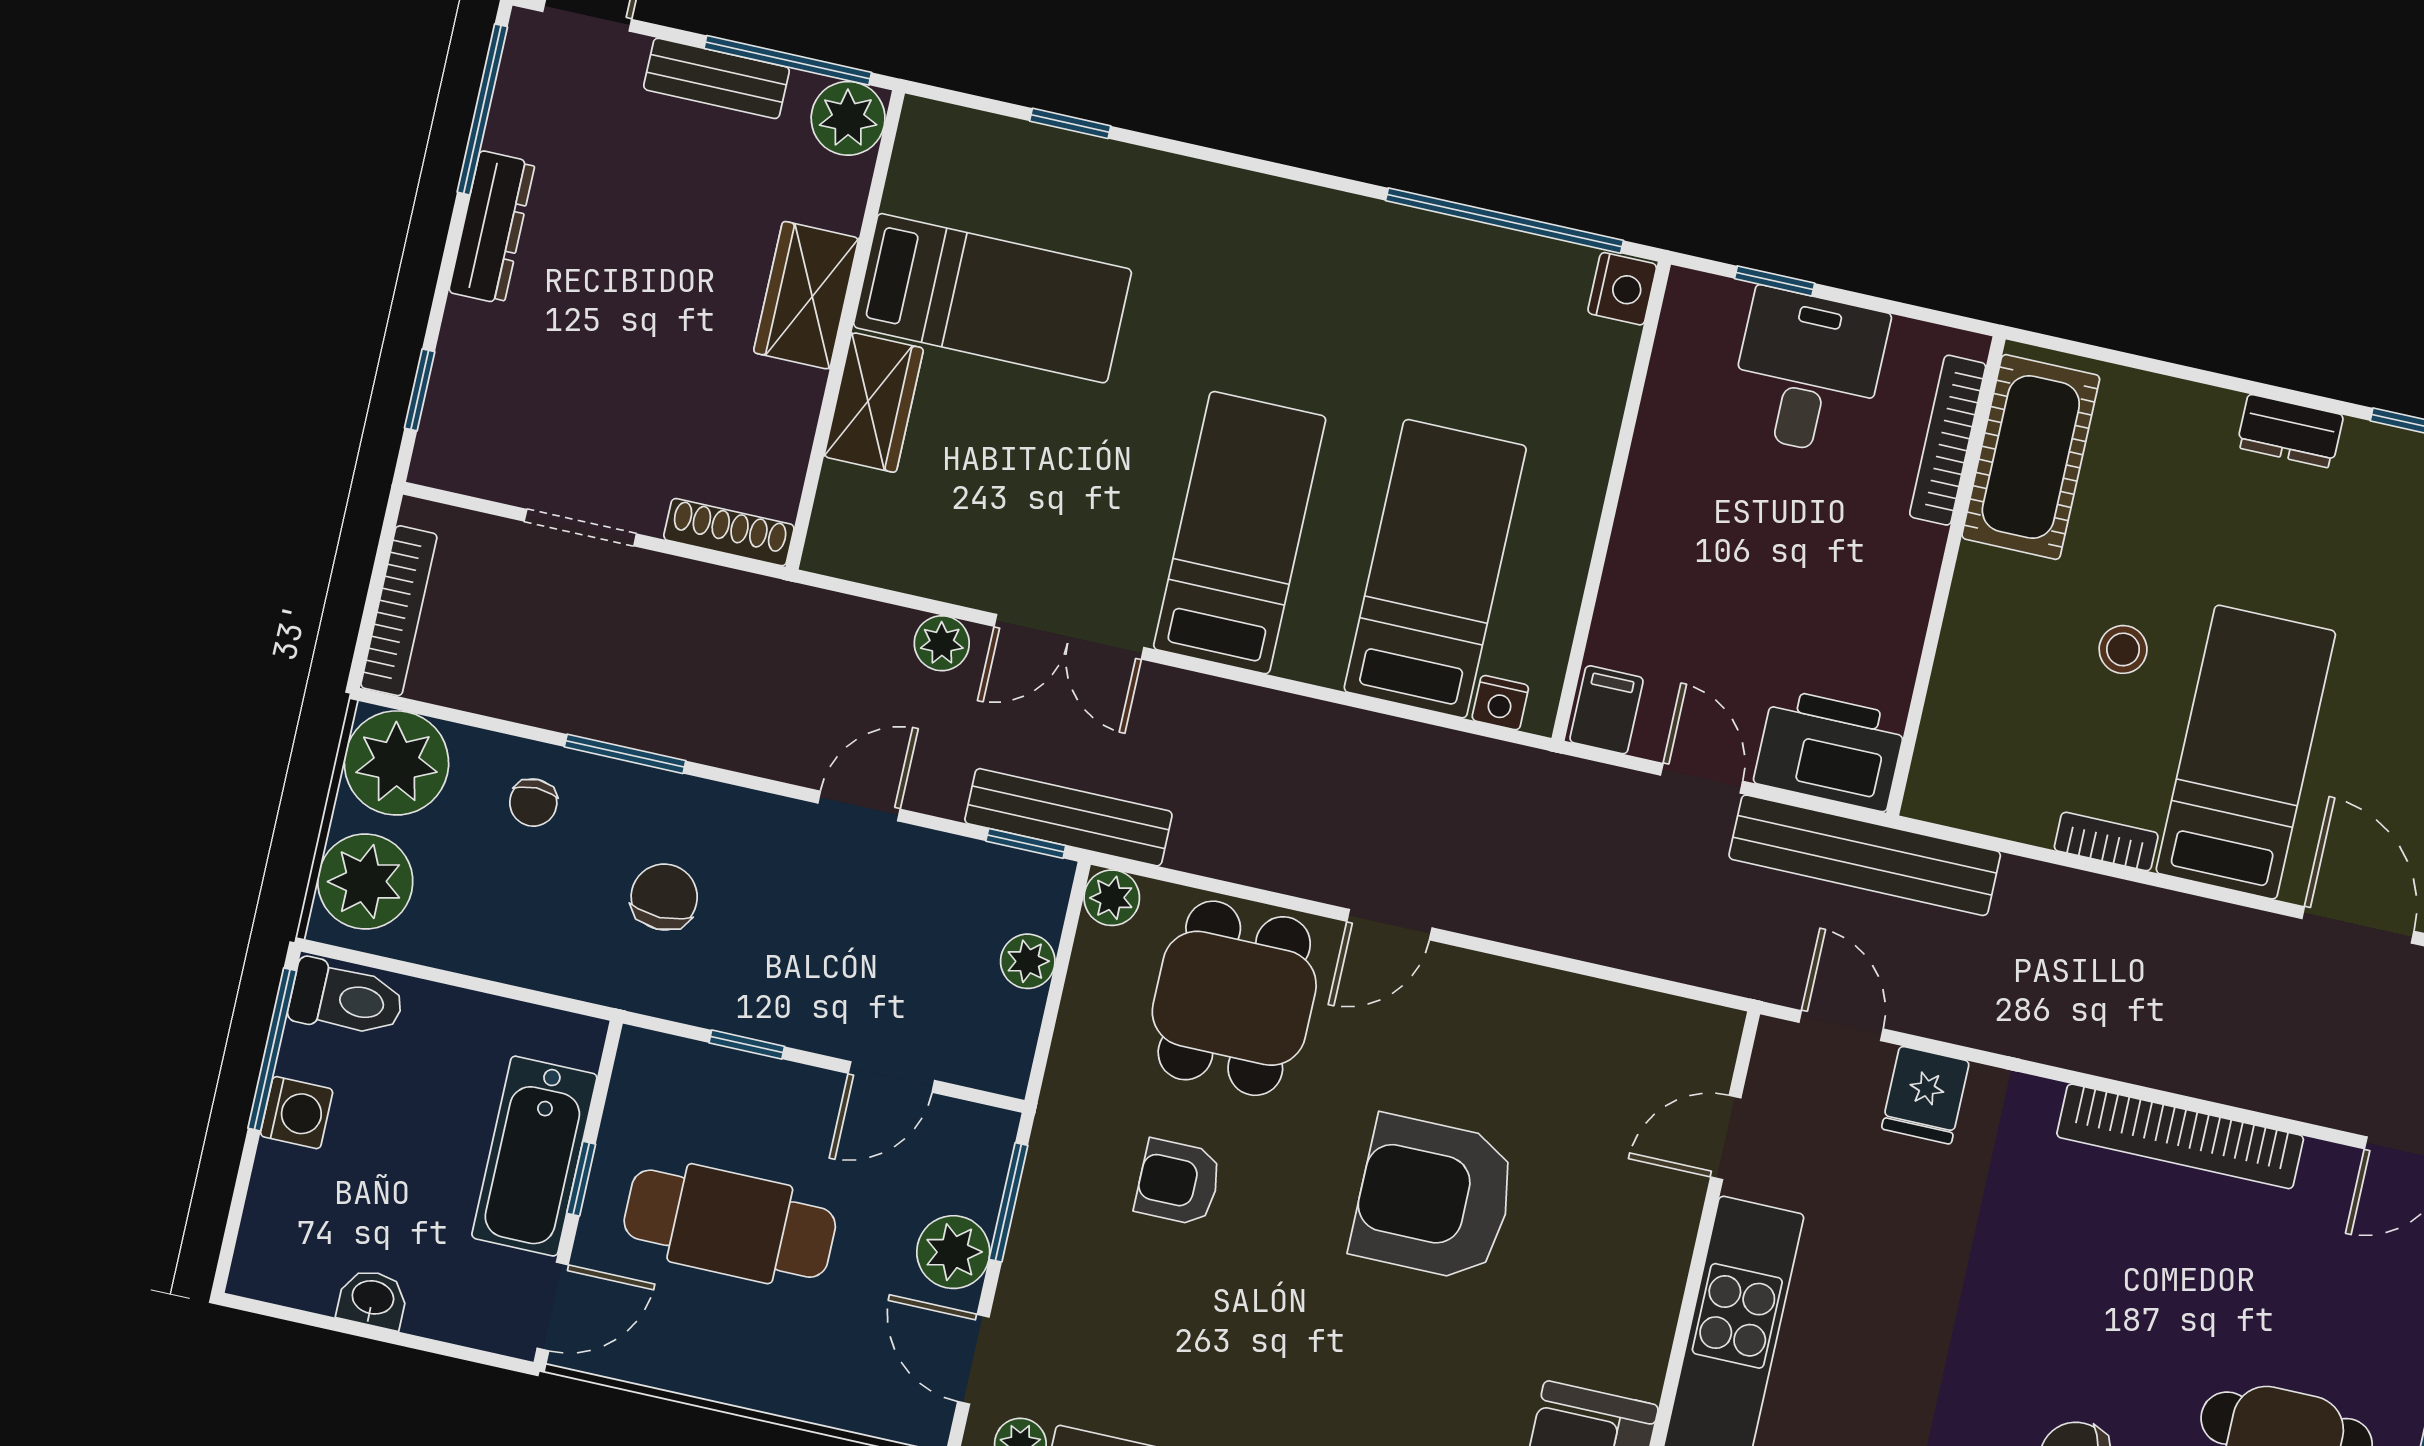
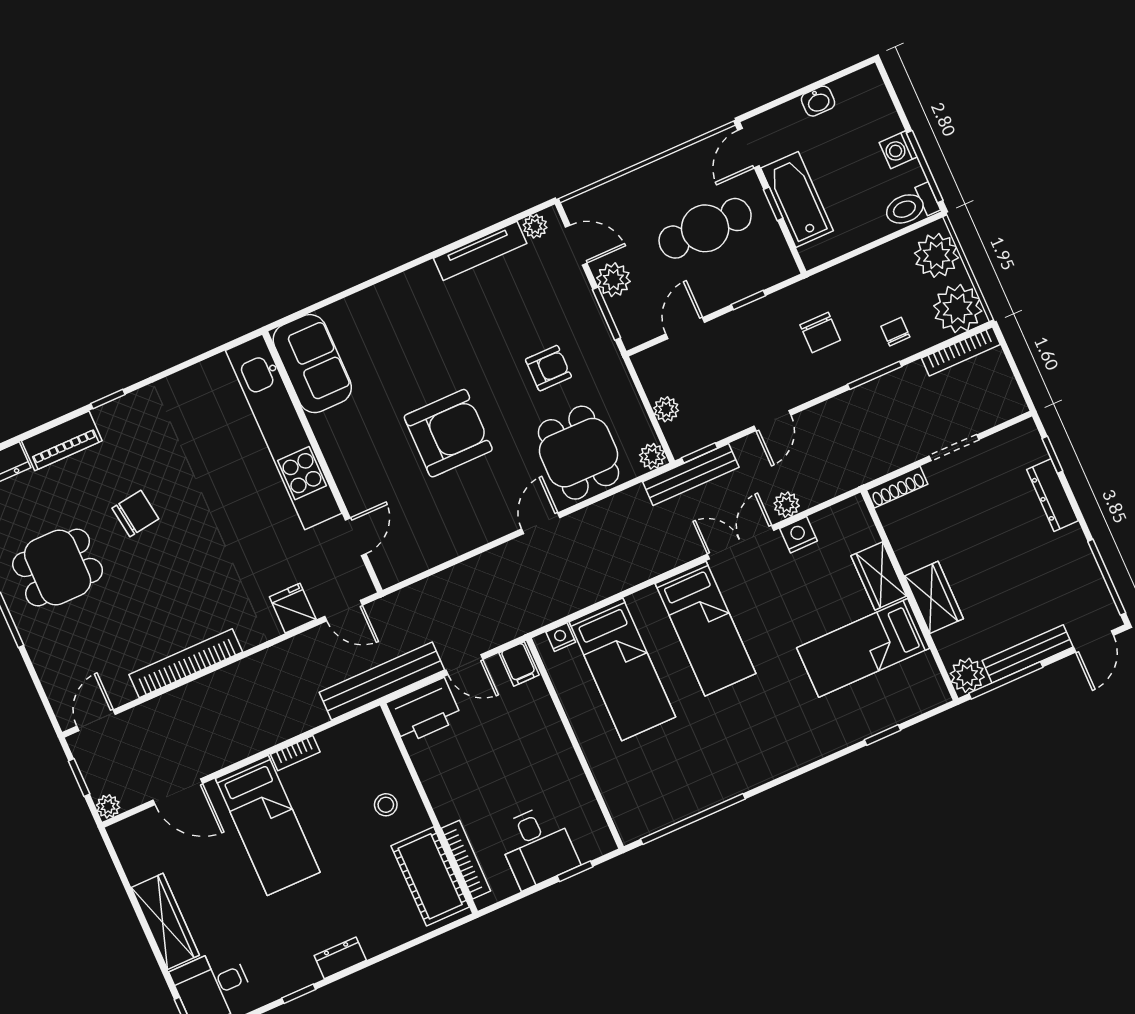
bench: (716, 78) -> (1028, 654), width x1.36
dresser: (492, 227) -> (1052, 495), moved
nightstand: (1622, 289) -> (798, 535), moved, turned 90
bookcase: (399, 611) -> (961, 351), moved, turned -90
stool: (2123, 649) -> (386, 805), moved

